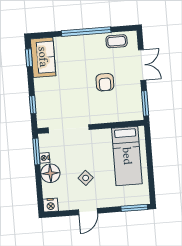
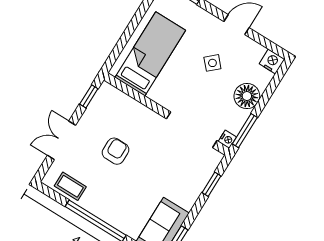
window: (145, 103) -> (89, 96), width x0.67
nightstand: (45, 158) -> (227, 139), moved

